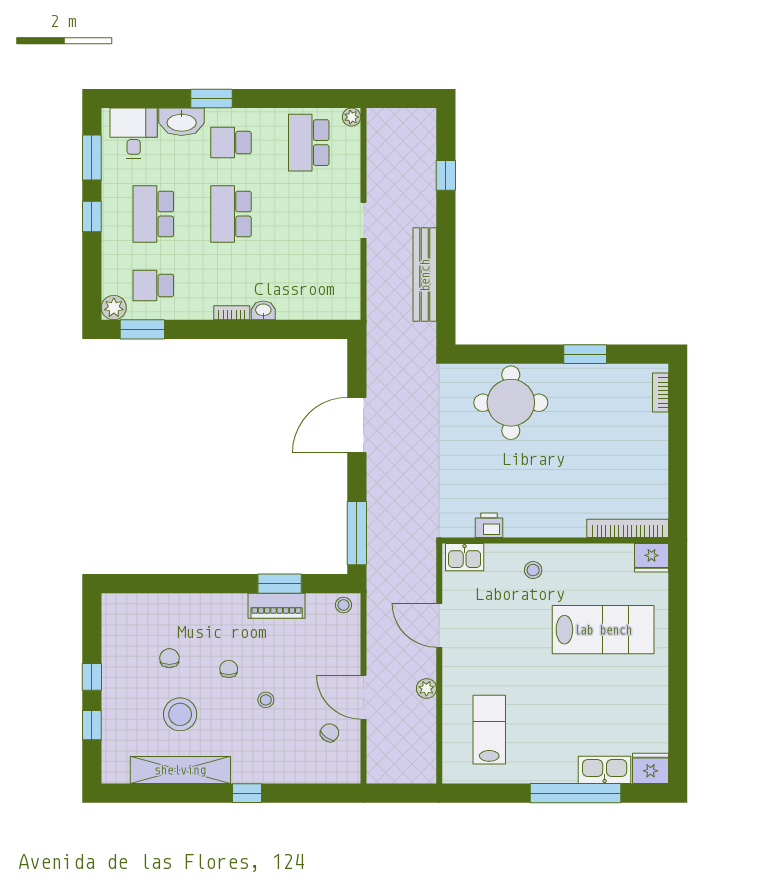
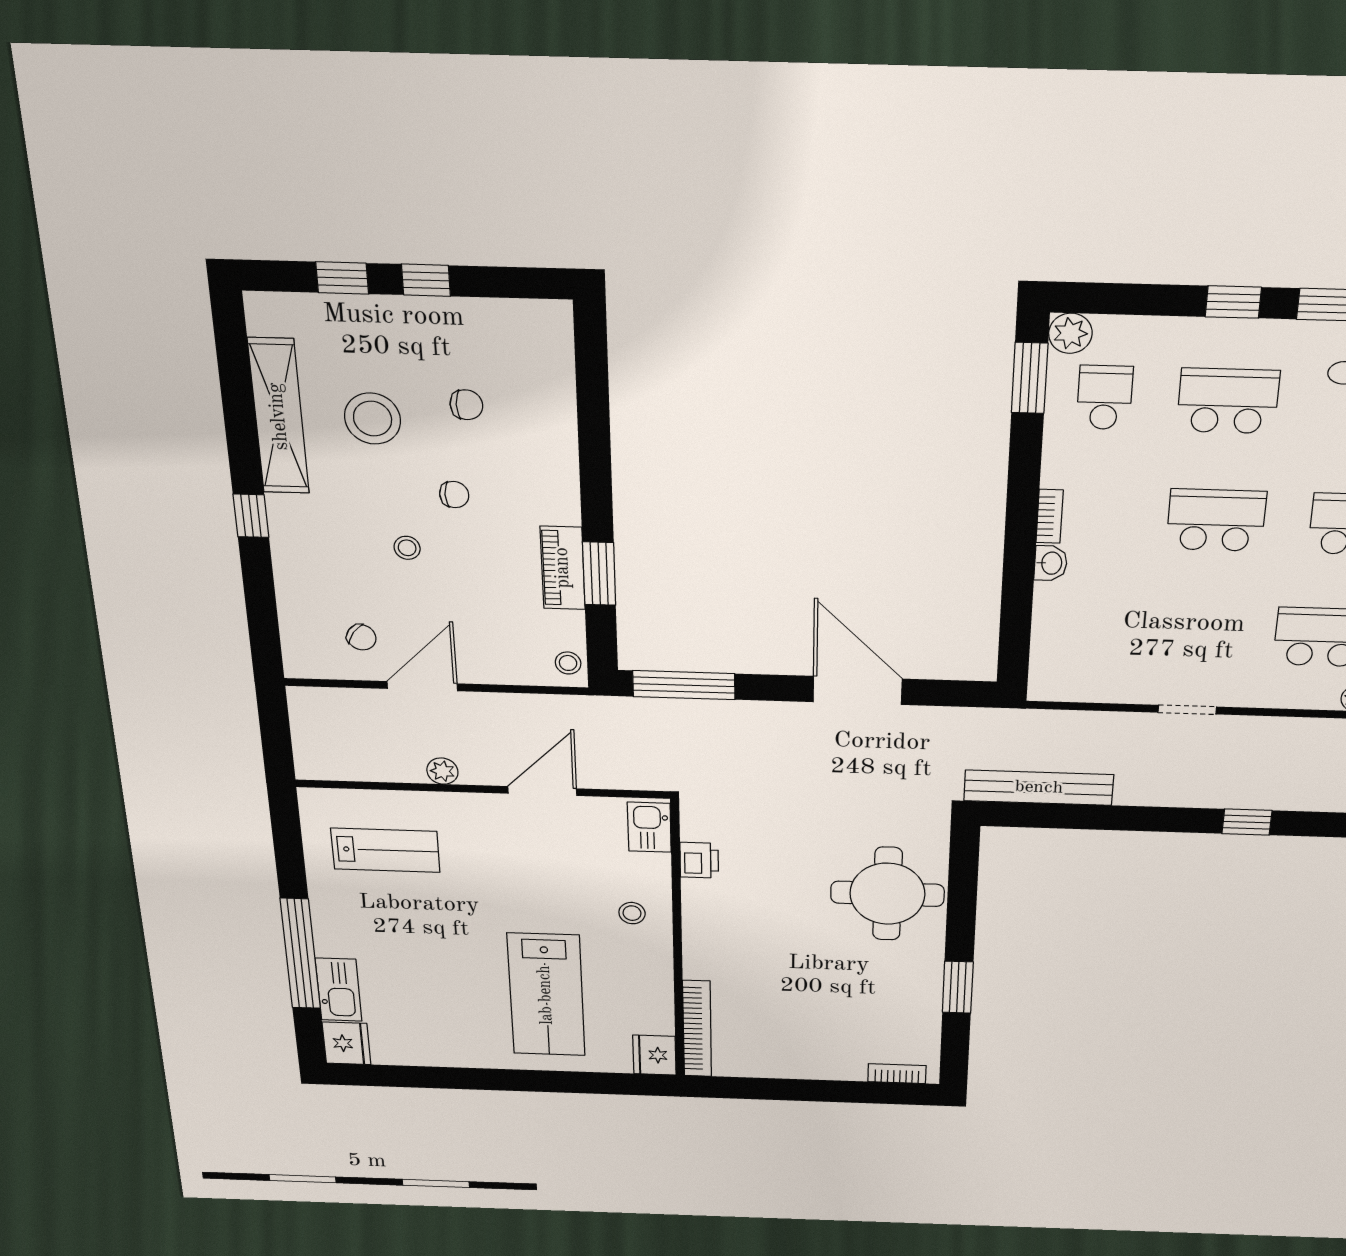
bench: (425, 275) -> (1039, 788), moved

